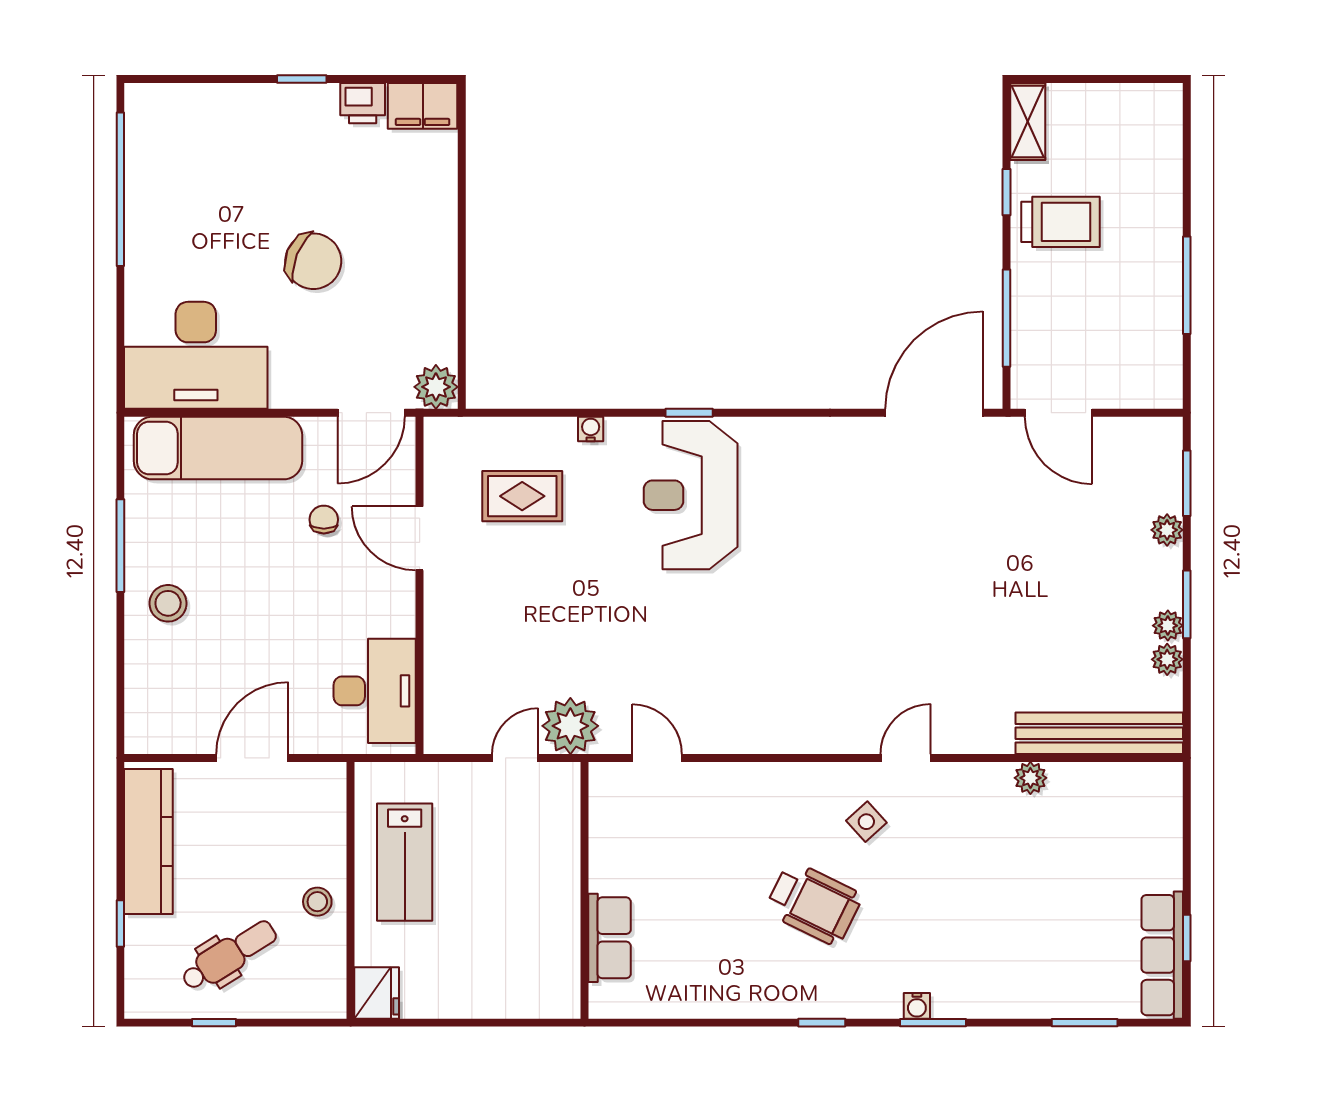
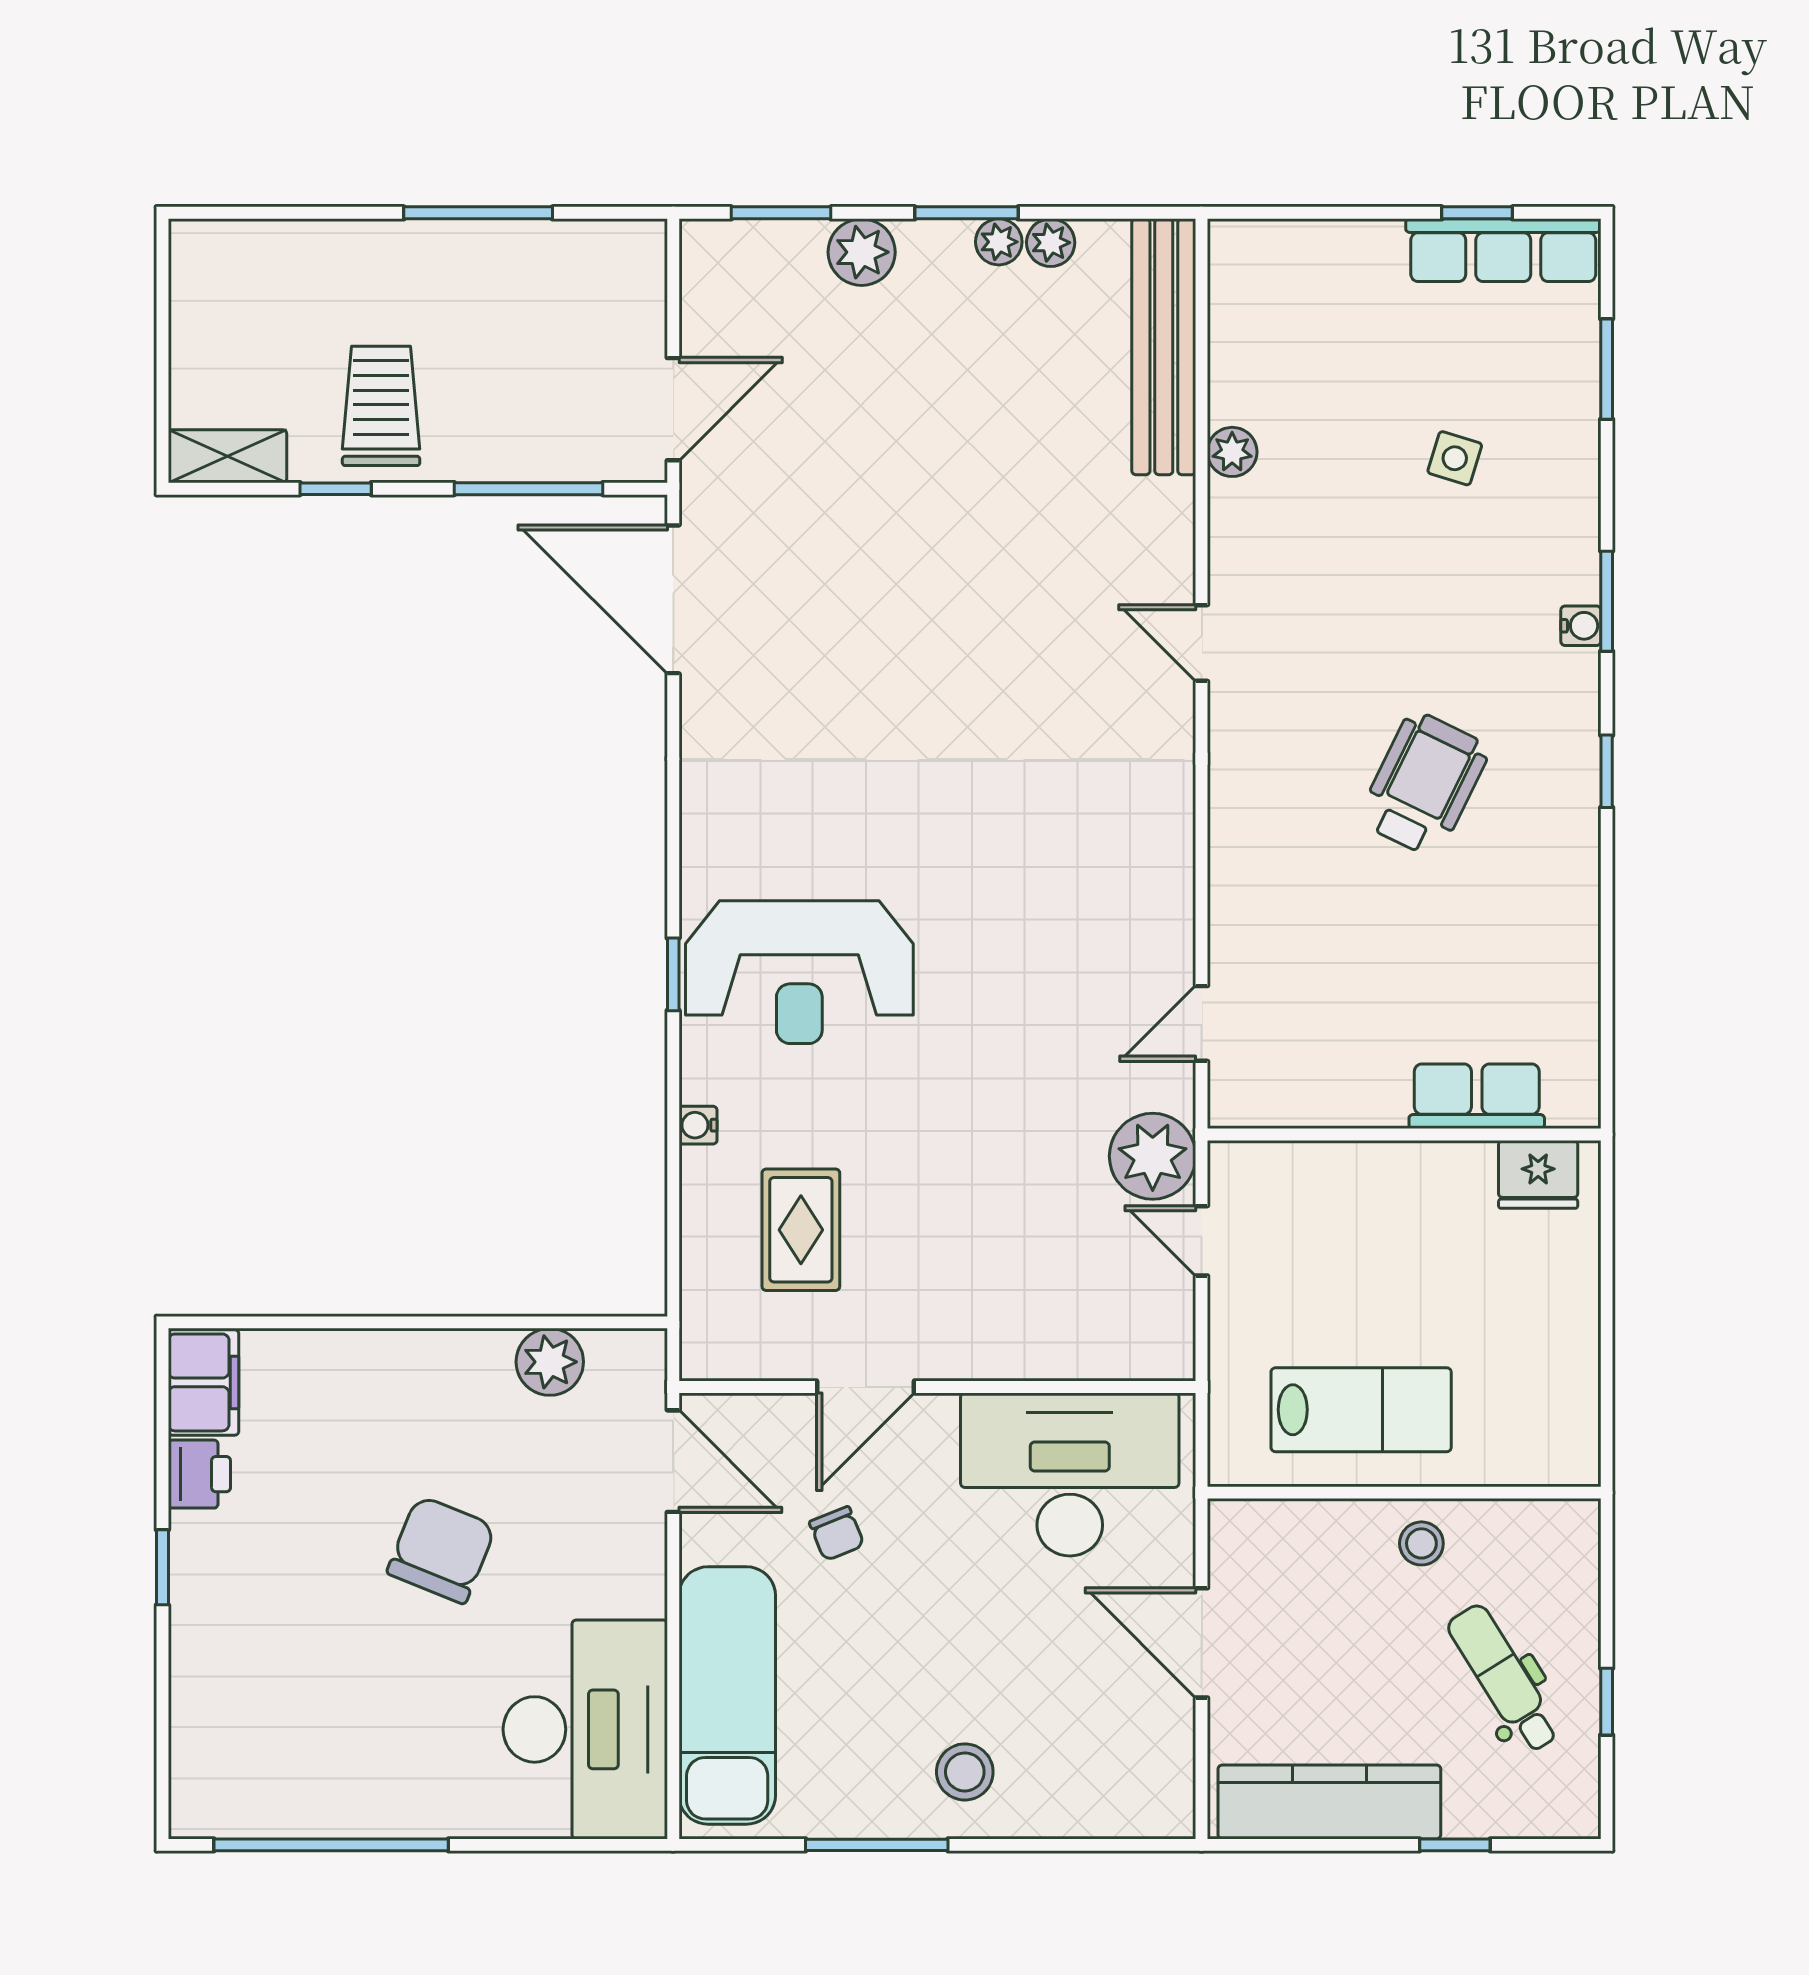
plant: (436, 387) -> (550, 1362), moved
chair: (324, 520) -> (837, 1534), turned -112
plant: (1167, 530) -> (862, 252), width x1.38, depth x1.38
desk: (375, 691) -> (1070, 1474), width x1.36, depth x1.30
side table: (866, 822) -> (1455, 458), moved, turned -31
fridge: (377, 993) -> (1538, 1174), moved, turned 180

